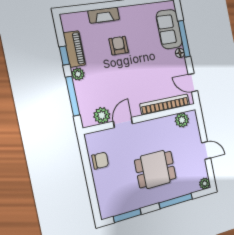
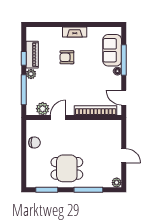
fireplace: (104, 15) -> (75, 32), moved
armchair: (119, 46) -> (67, 57), turned -90
plant: (182, 120) -> (108, 126), removed
dining table: (155, 169) -> (67, 168), moved

